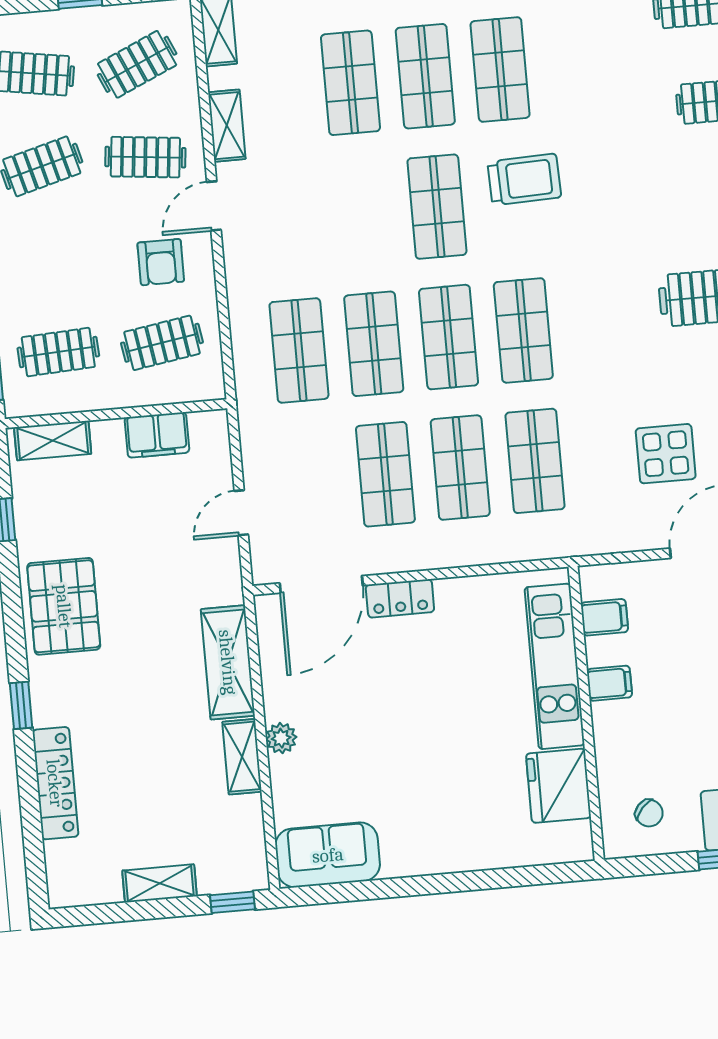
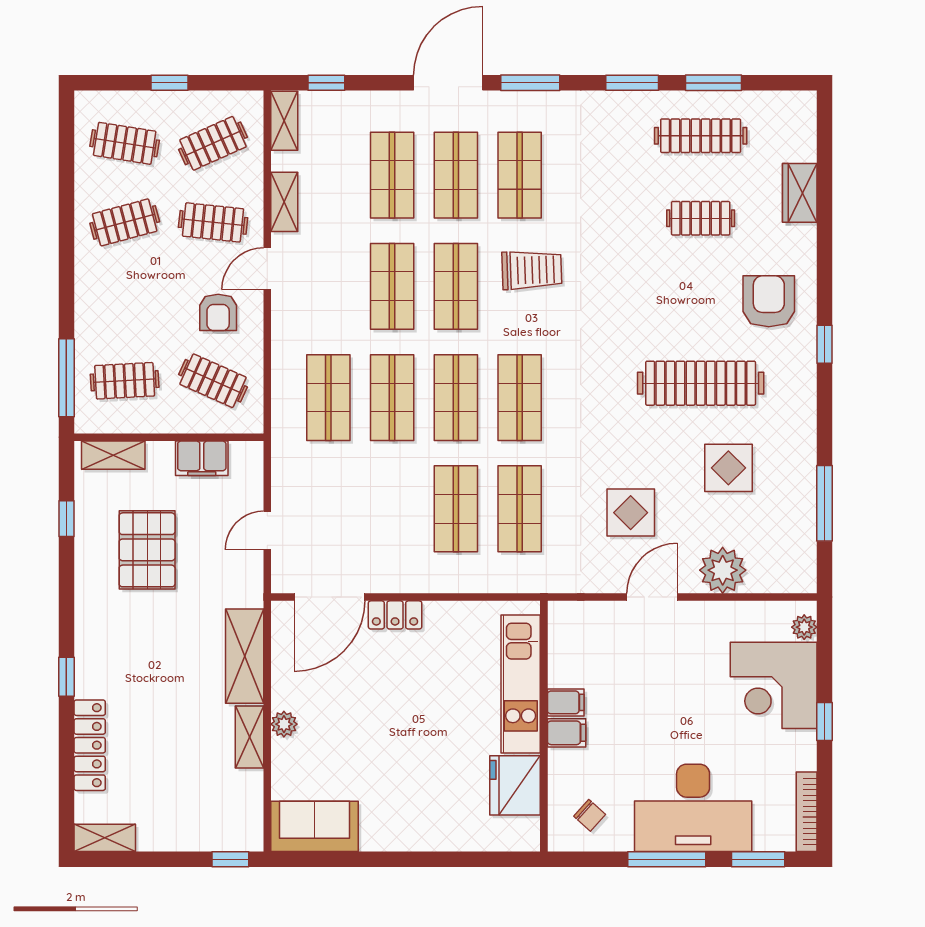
clothes rail: (162, 343) -> (213, 381), turned 33
shop shelf: (385, 474) -> (392, 286), moved
pallet: (64, 606) -> (147, 550), moved
filing cabinet: (604, 617) -> (567, 733), moved
shelving: (160, 883) -> (105, 838), moved

